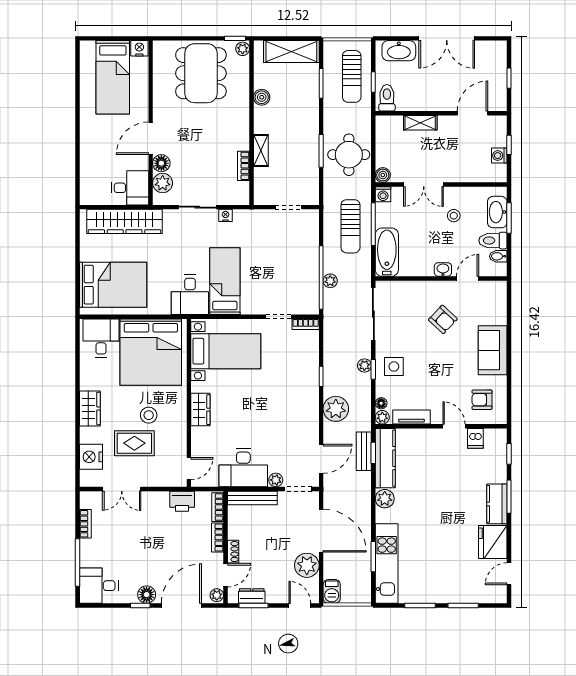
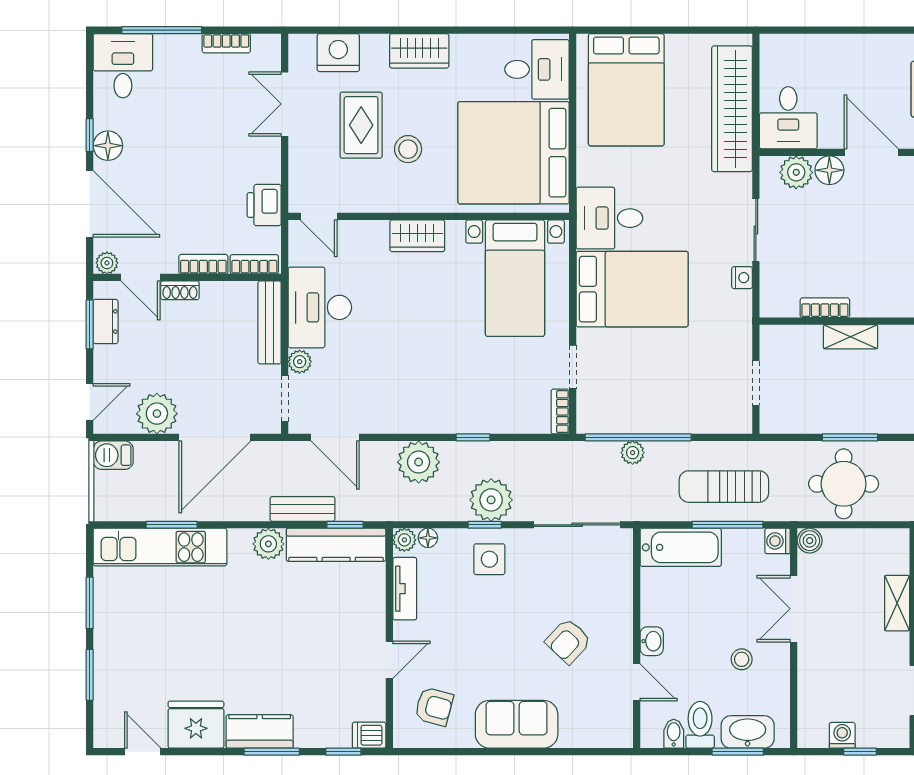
bed: (225, 281) -> (632, 289), width x1.50
plant: (364, 365) -> (491, 500), width x1.88, depth x1.88
armchair: (482, 400) -> (434, 707), turned 105
dishwasher: (475, 438) -> (369, 735), moved
bench: (364, 451) -> (302, 509), moved

